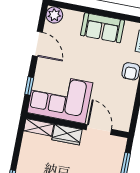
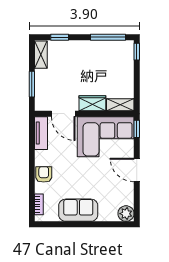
door: (37, 44) -> (137, 170), moved
window: (29, 86) -> (137, 129), moved
tv unit: (125, 114) -> (41, 133), added

